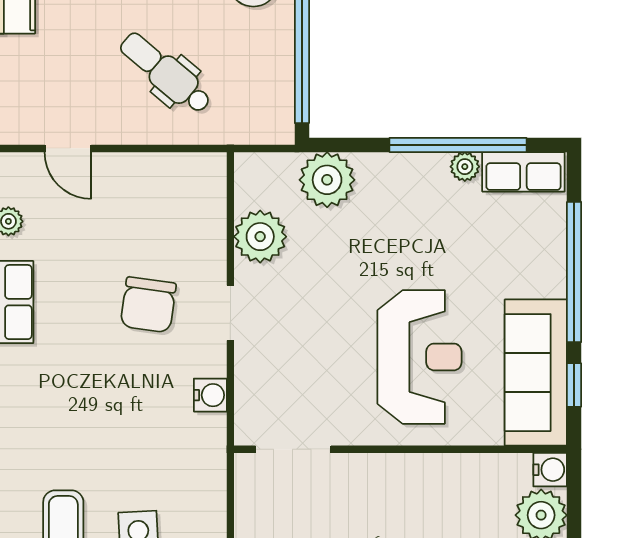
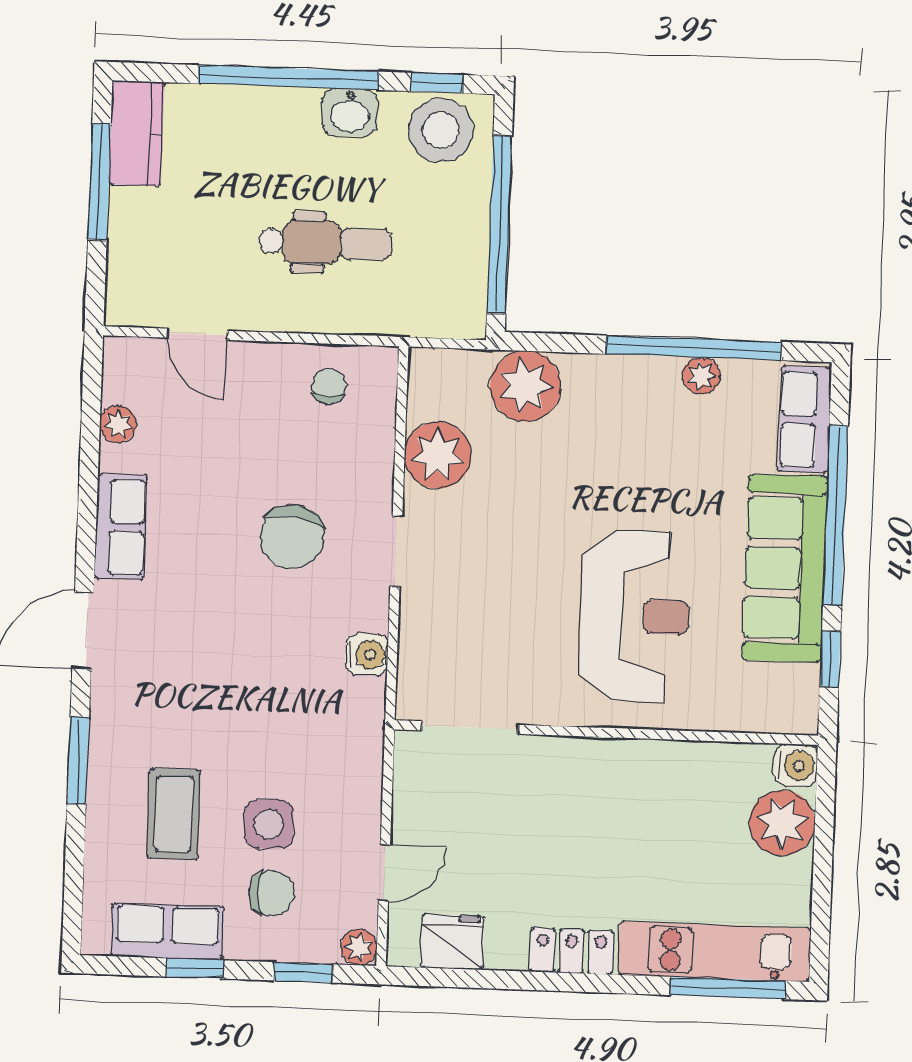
dental chair: (166, 73) -> (325, 243), turned 140
row of seats: (523, 172) -> (805, 419), moved, turned 90
chair: (173, 186) -> (329, 386), added
sofa: (536, 373) -> (785, 568), moved

